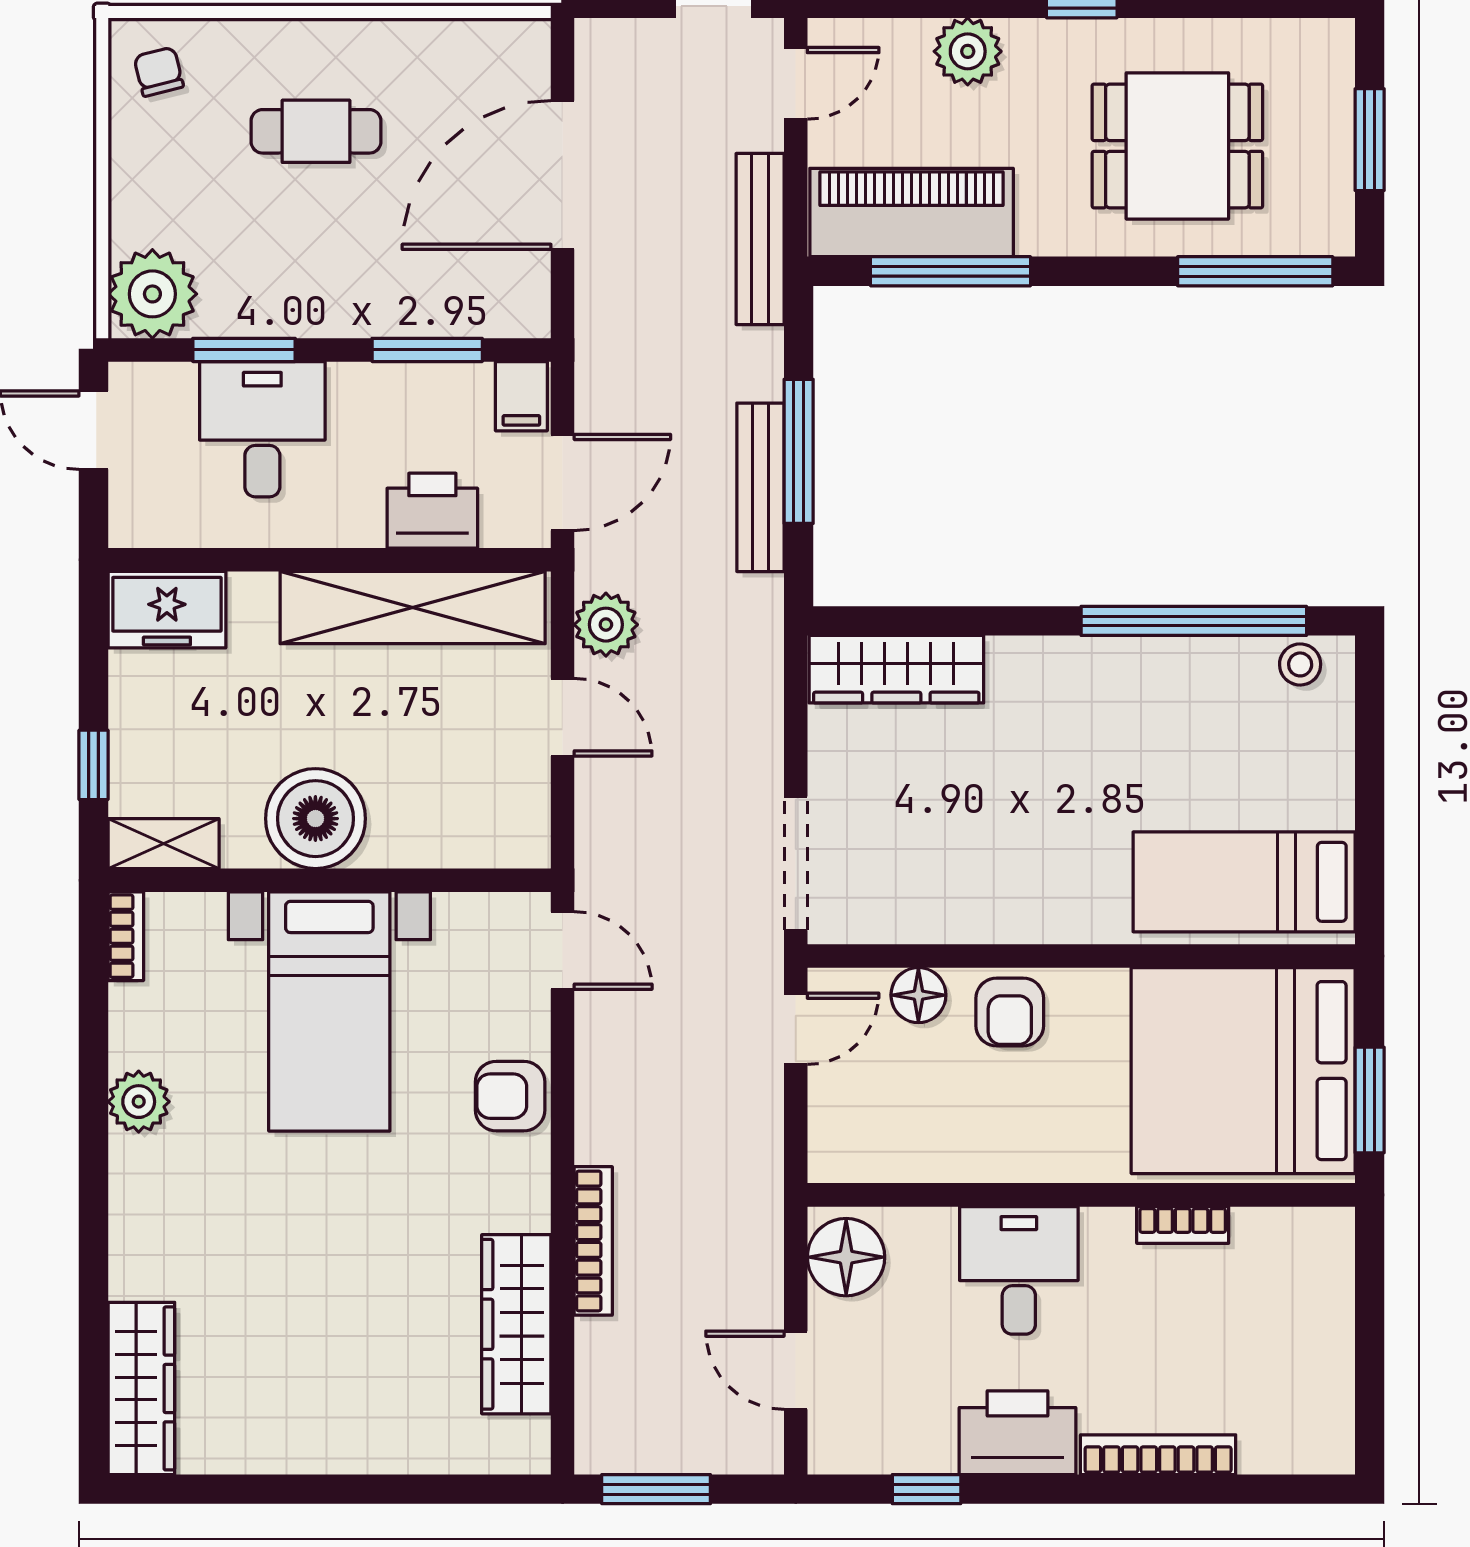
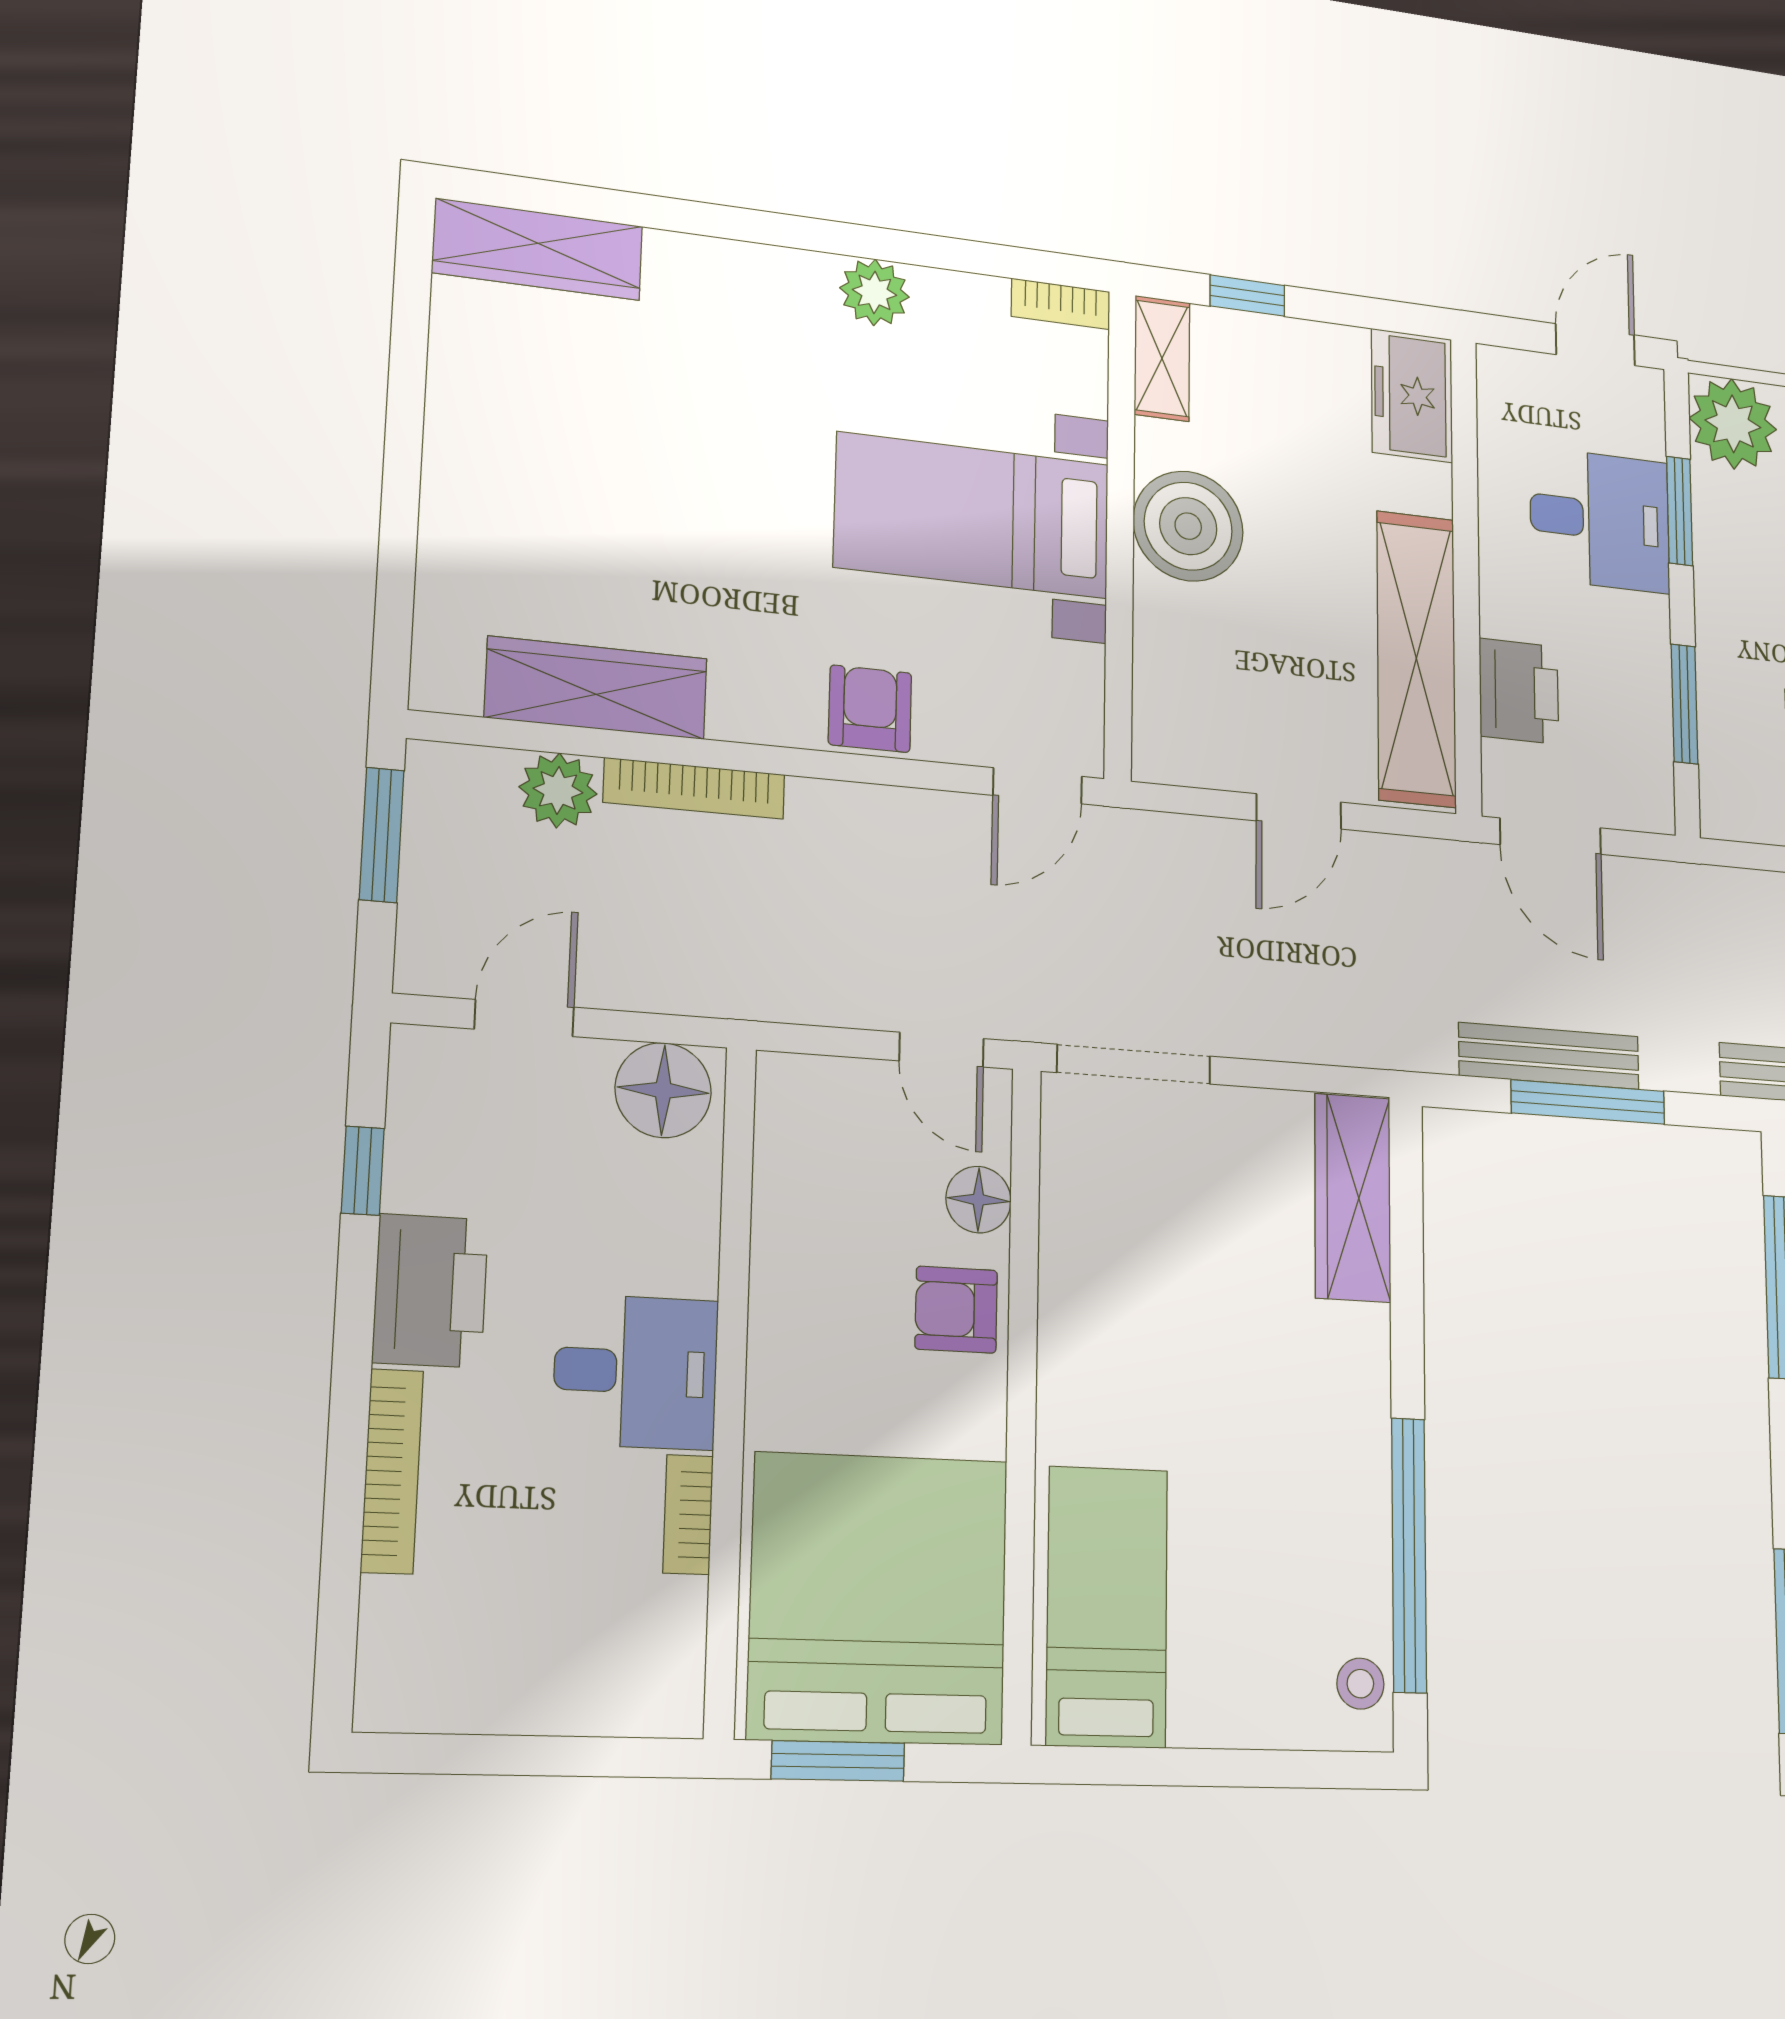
filing cabinet: (521, 396) -> (1640, 800), removed
plant: (606, 625) -> (558, 790), moved
desk: (1019, 1270) -> (636, 1372), moved

